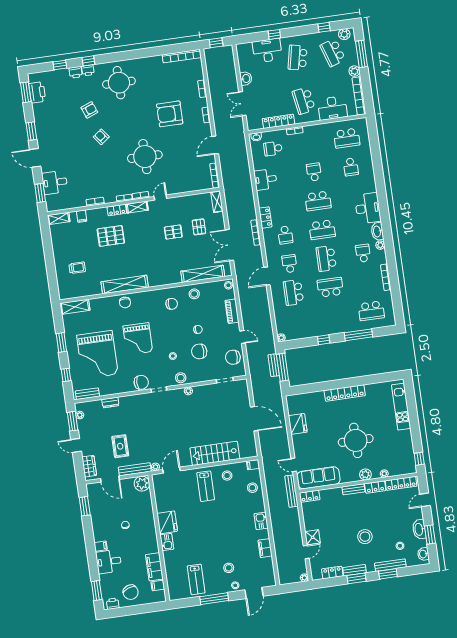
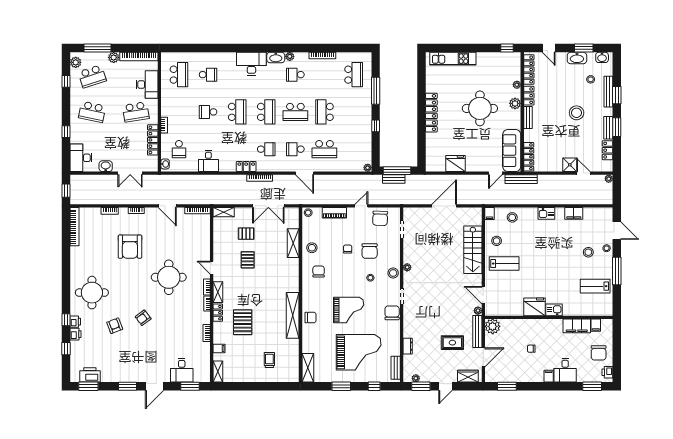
desk: (267, 51) -> (81, 158), moved
shelving: (203, 274) -> (293, 243), width x0.68
locker: (310, 496) -> (529, 157), width x1.53
lab bench: (196, 579) -> (595, 286), turned 180
chair: (131, 592) -> (599, 353), turned 109

